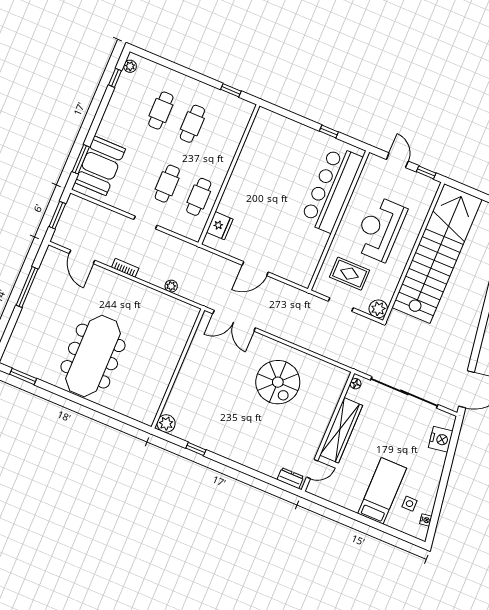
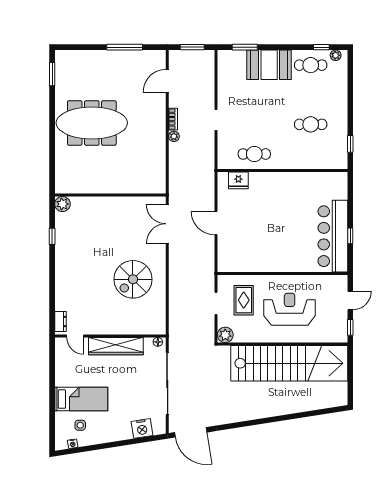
cafe table: (161, 110) -> (311, 65), moved
booth: (100, 166) -> (269, 65), moved
cafe table: (167, 184) -> (254, 124), removed
bar counter: (332, 189) -> (333, 236), moved, turned -90
plant: (171, 286) -> (174, 136), moved

